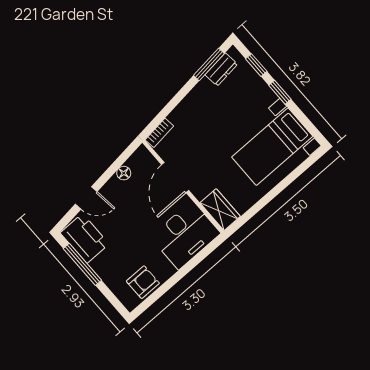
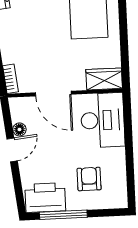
door: (86, 198) -> (12, 150), moved
armchair: (143, 282) -> (89, 179), moved

